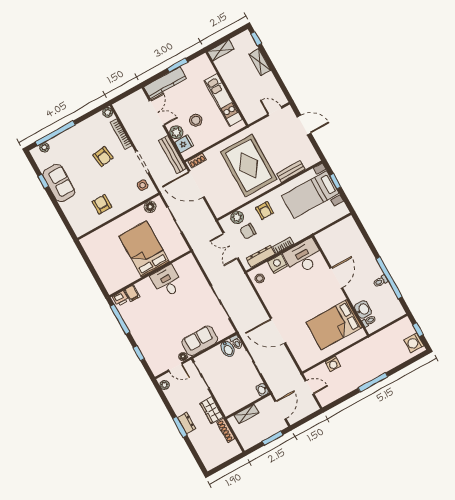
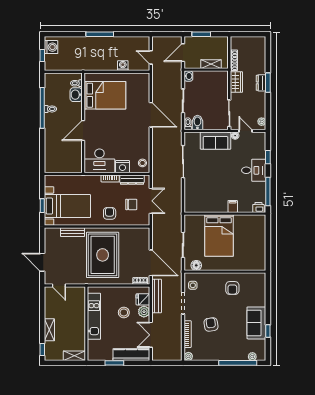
plant: (237, 217) -> (134, 220), removed
desk: (167, 281) -> (254, 170), moved, turned -90
filing cabinet: (132, 293) -> (233, 206), moved

